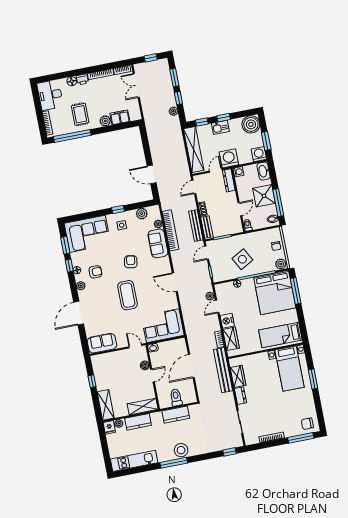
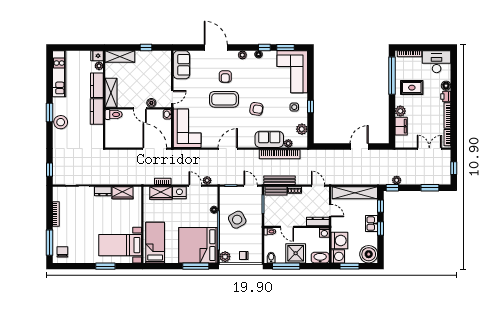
window: (178, 98) -> (392, 188), moved
washing machine: (229, 158) -> (339, 240), moved
door: (152, 174) -> (359, 146), moved
armchair: (95, 272) -> (225, 77), moved
door: (191, 366) -> (155, 149), moved
bench: (223, 370) -> (132, 179), removed
toilet: (176, 397) -> (114, 114), moved
kitchen counter: (176, 415) -> (97, 111), moved
window: (174, 463) -> (50, 112), width x0.69

